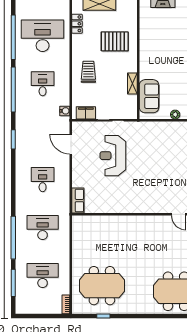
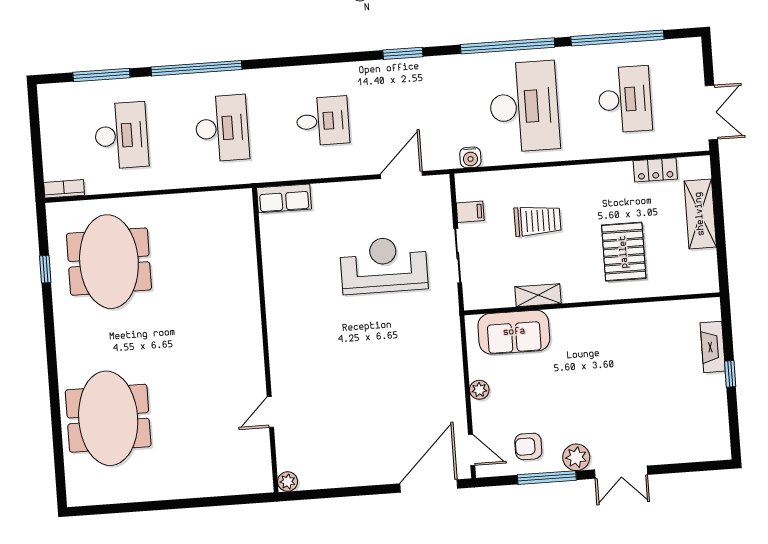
desk: (43, 36) -> (625, 99), width x0.73, depth x0.77
trolley: (88, 72) -> (538, 221), moved
desk: (43, 84) -> (524, 107), width x1.87, depth x1.30
filing cabinet: (86, 113) -> (470, 212), width x0.50

